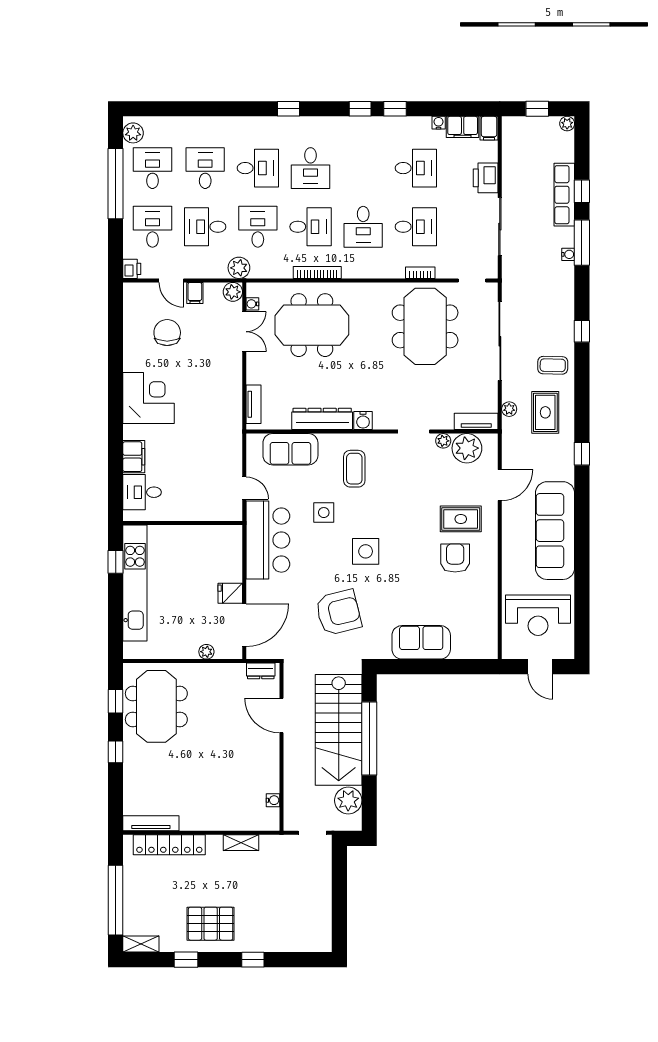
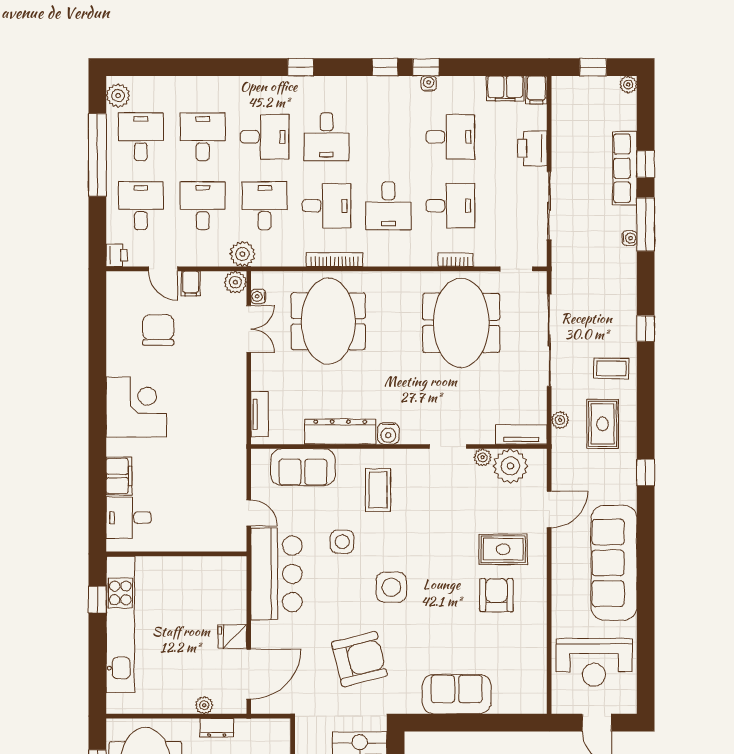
water cooler: (439, 123) -> (429, 84), moved
desk: (205, 227) -> (203, 206), turned 90
meeting table: (312, 325) -> (328, 321), turned 90
dresser: (261, 671) -> (217, 728), moved

